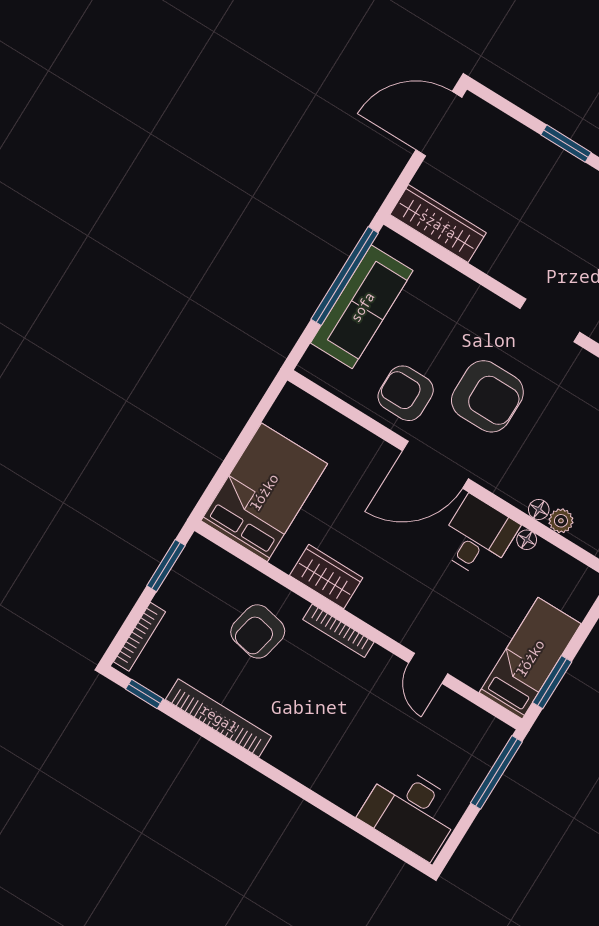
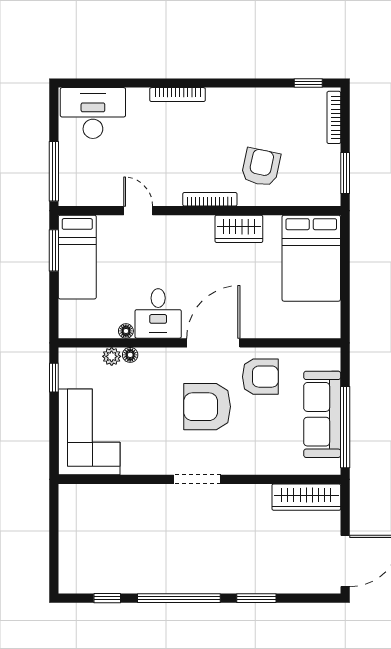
bookcase: (219, 718) -> (178, 95), moved, width x0.68, depth x0.76

